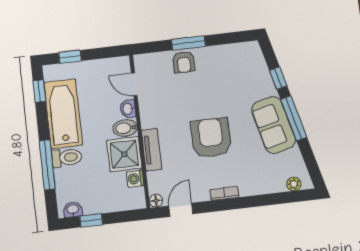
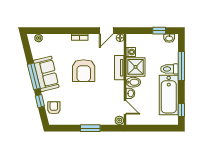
window: (70, 57) -> (161, 128), removed
plant: (141, 62) -> (119, 120), added
armchair: (184, 62) -> (54, 108), moved

